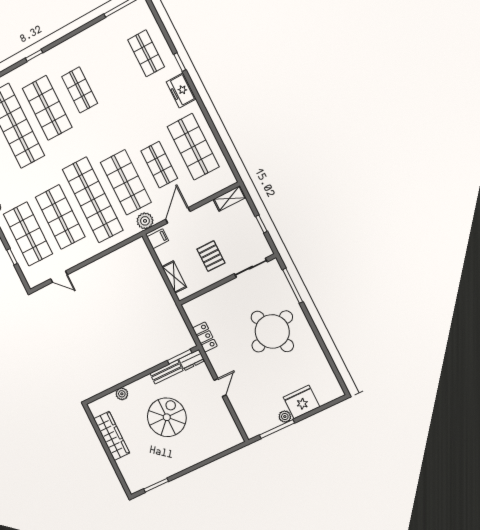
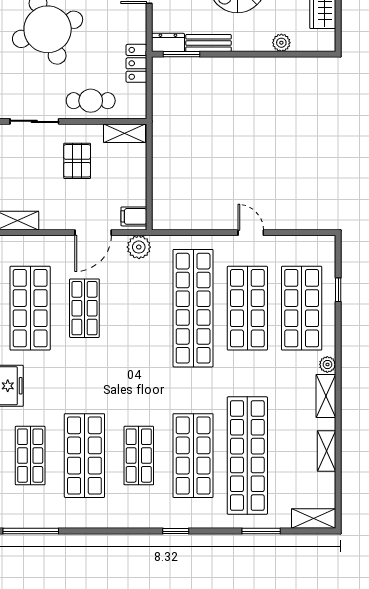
shop shelf: (126, 182) -> (84, 456), moved
door: (59, 277) -> (251, 233), moved
shelving: (174, 277) -> (124, 133), moved, turned 90
cafe table: (222, 299) -> (91, 101), added

